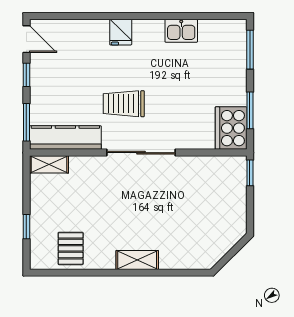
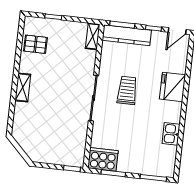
fridge: (121, 32) -> (172, 87), width x1.88, depth x1.34
kitchen counter: (65, 138) -> (127, 35), moved, turned 90

